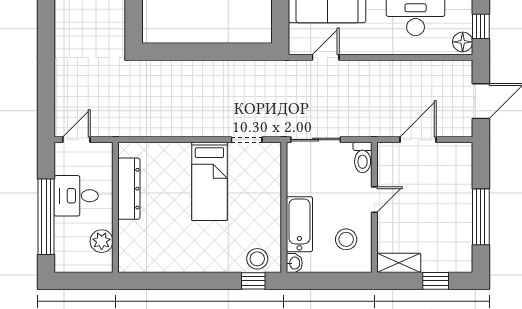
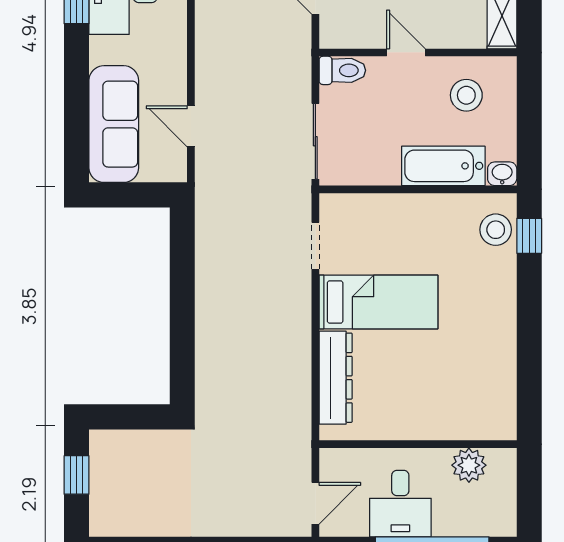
door: (76, 140) -> (315, 503), swing flipped
dresser: (129, 189) -> (336, 378), moved, turned 90

